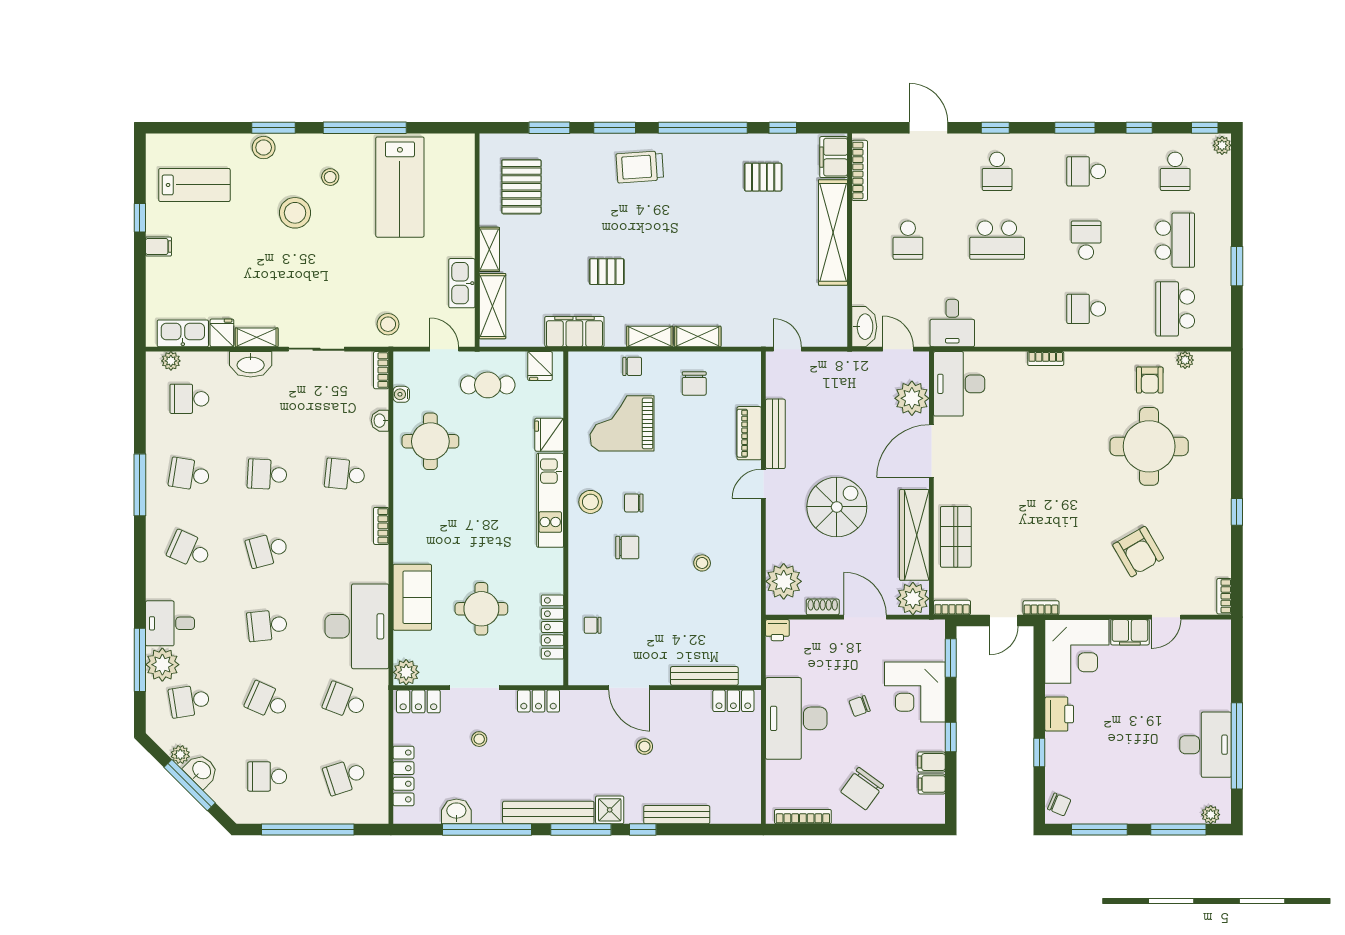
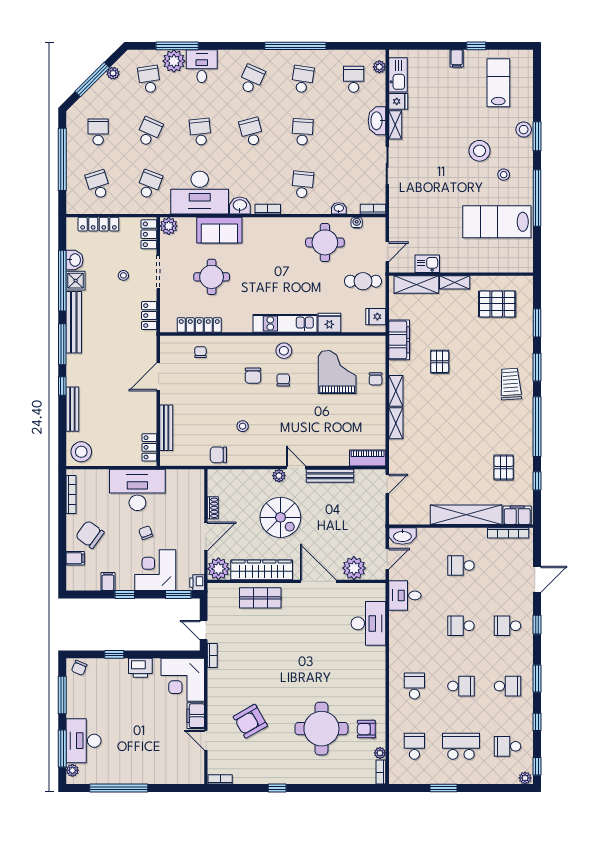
school desk: (1086, 171) -> (508, 686), turned 90
lab bench: (194, 185) -> (498, 83), turned 180
school desk: (997, 240) -> (461, 626), width x0.54
school desk: (1175, 240) -> (461, 746), turned 180
kitchen sink: (462, 283) -> (427, 264), width x0.73
school desk: (1175, 309) -> (414, 746), width x0.54
stool: (388, 324) -> (404, 214), removed
bookcase: (1046, 359) -> (381, 772), moved
chair: (694, 383) -> (218, 455), moved
desk: (959, 384) -> (368, 623), moved, turned 90
cafe table: (488, 385) -> (363, 281), turned 90
piano: (749, 433) -> (368, 458), moved
window: (140, 485) -> (295, 46), width x1.46
plant: (784, 581) -> (279, 476), moved, width x0.53, depth x0.53
bookcase: (952, 608) -> (212, 595), removed
printer: (777, 630) -> (197, 583), moved
desk: (1206, 745) -> (83, 741), moved, turned 90
stool: (645, 746) -> (81, 452), moved, width x1.89, depth x1.89
washbasin: (201, 771) -> (240, 206), moved, turned -135
filing cabinet: (932, 784) -> (75, 558), moved, turned 90
shower: (610, 810) -> (76, 281), moved

